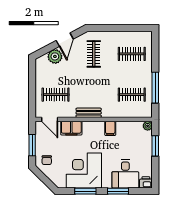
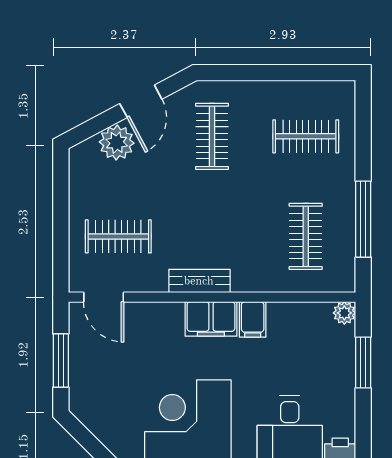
clothes rail: (132, 95) -> (306, 236), turned 90
filing cabinet: (71, 128) -> (211, 319), moved
chair: (47, 160) -> (97, 398), removed

